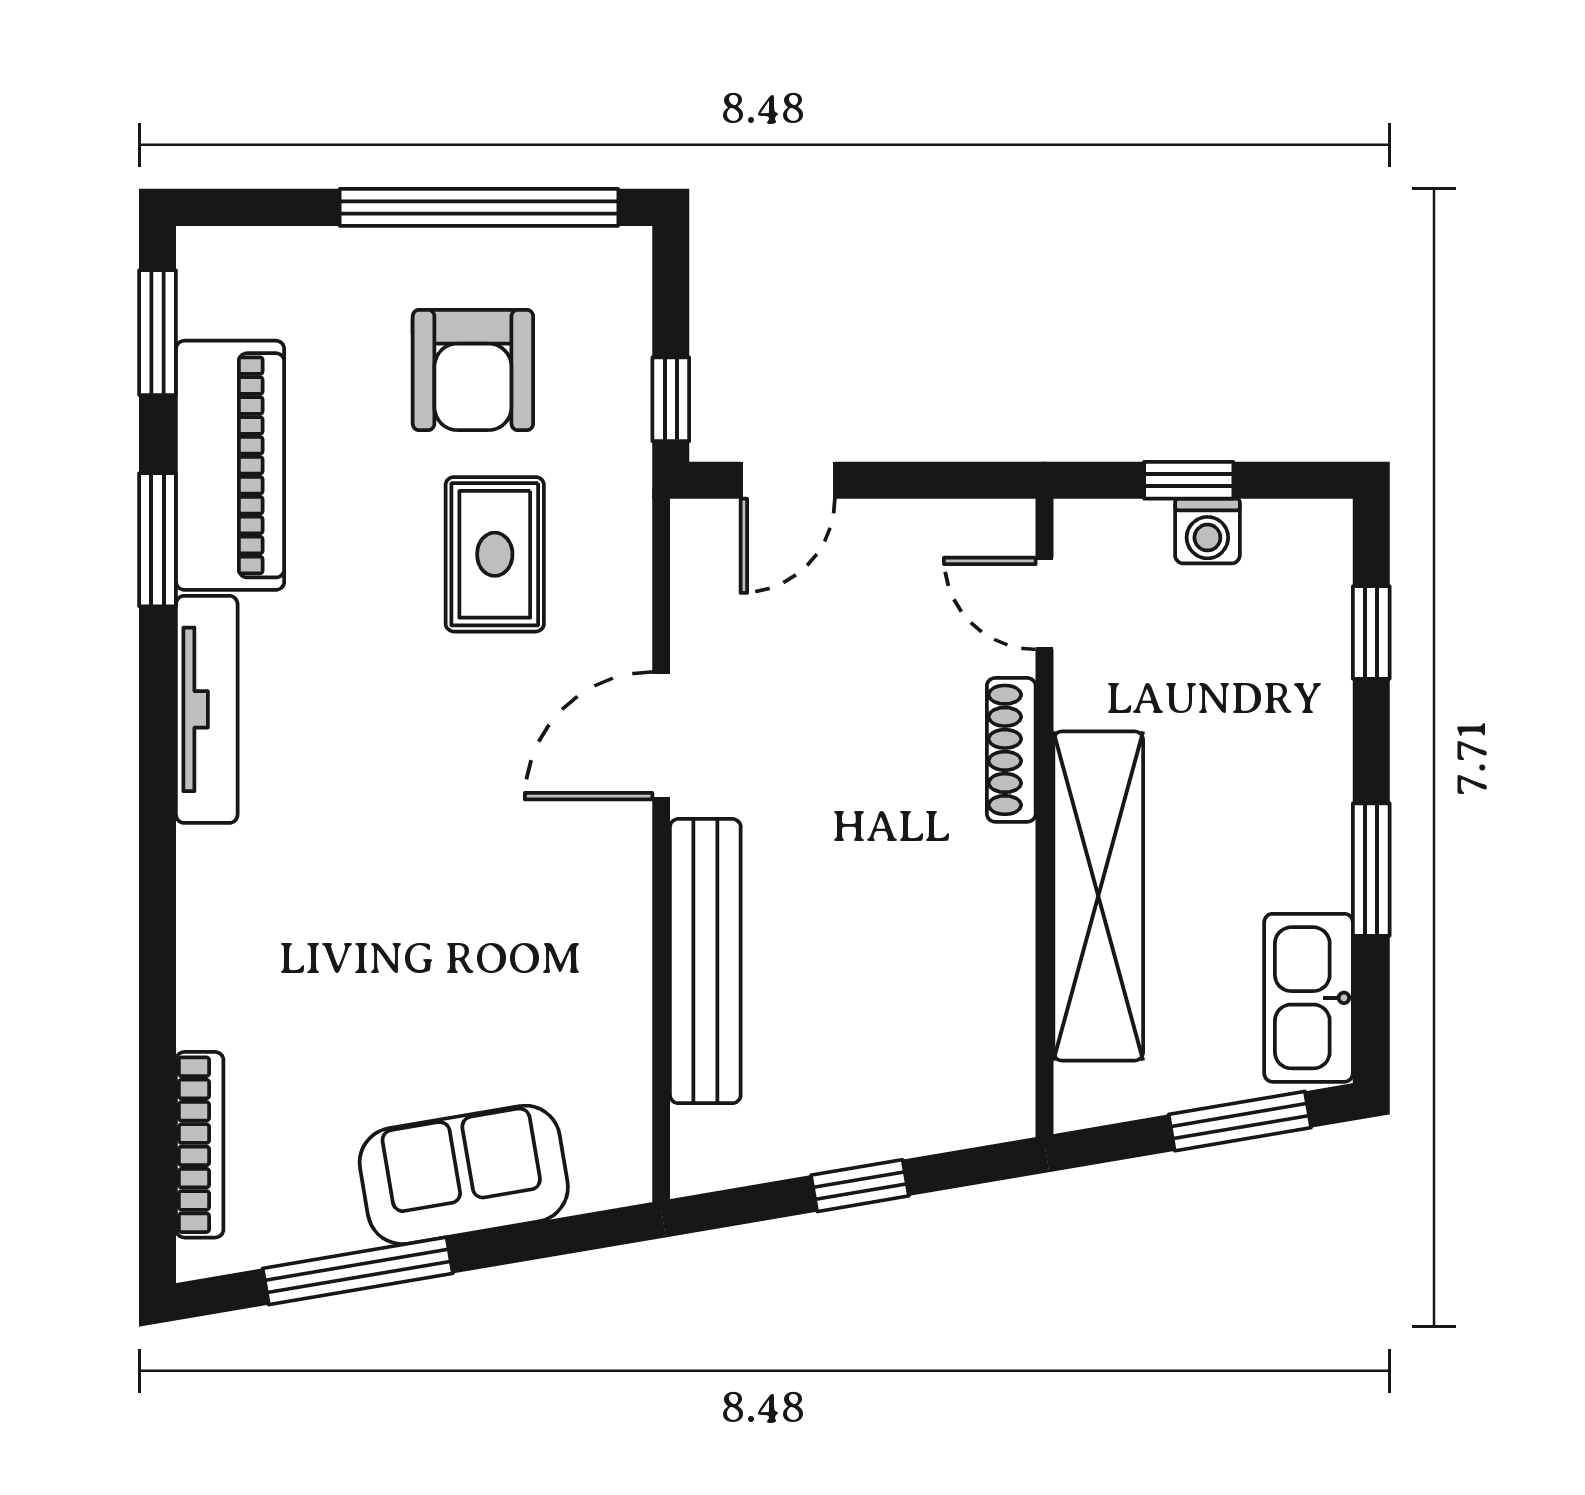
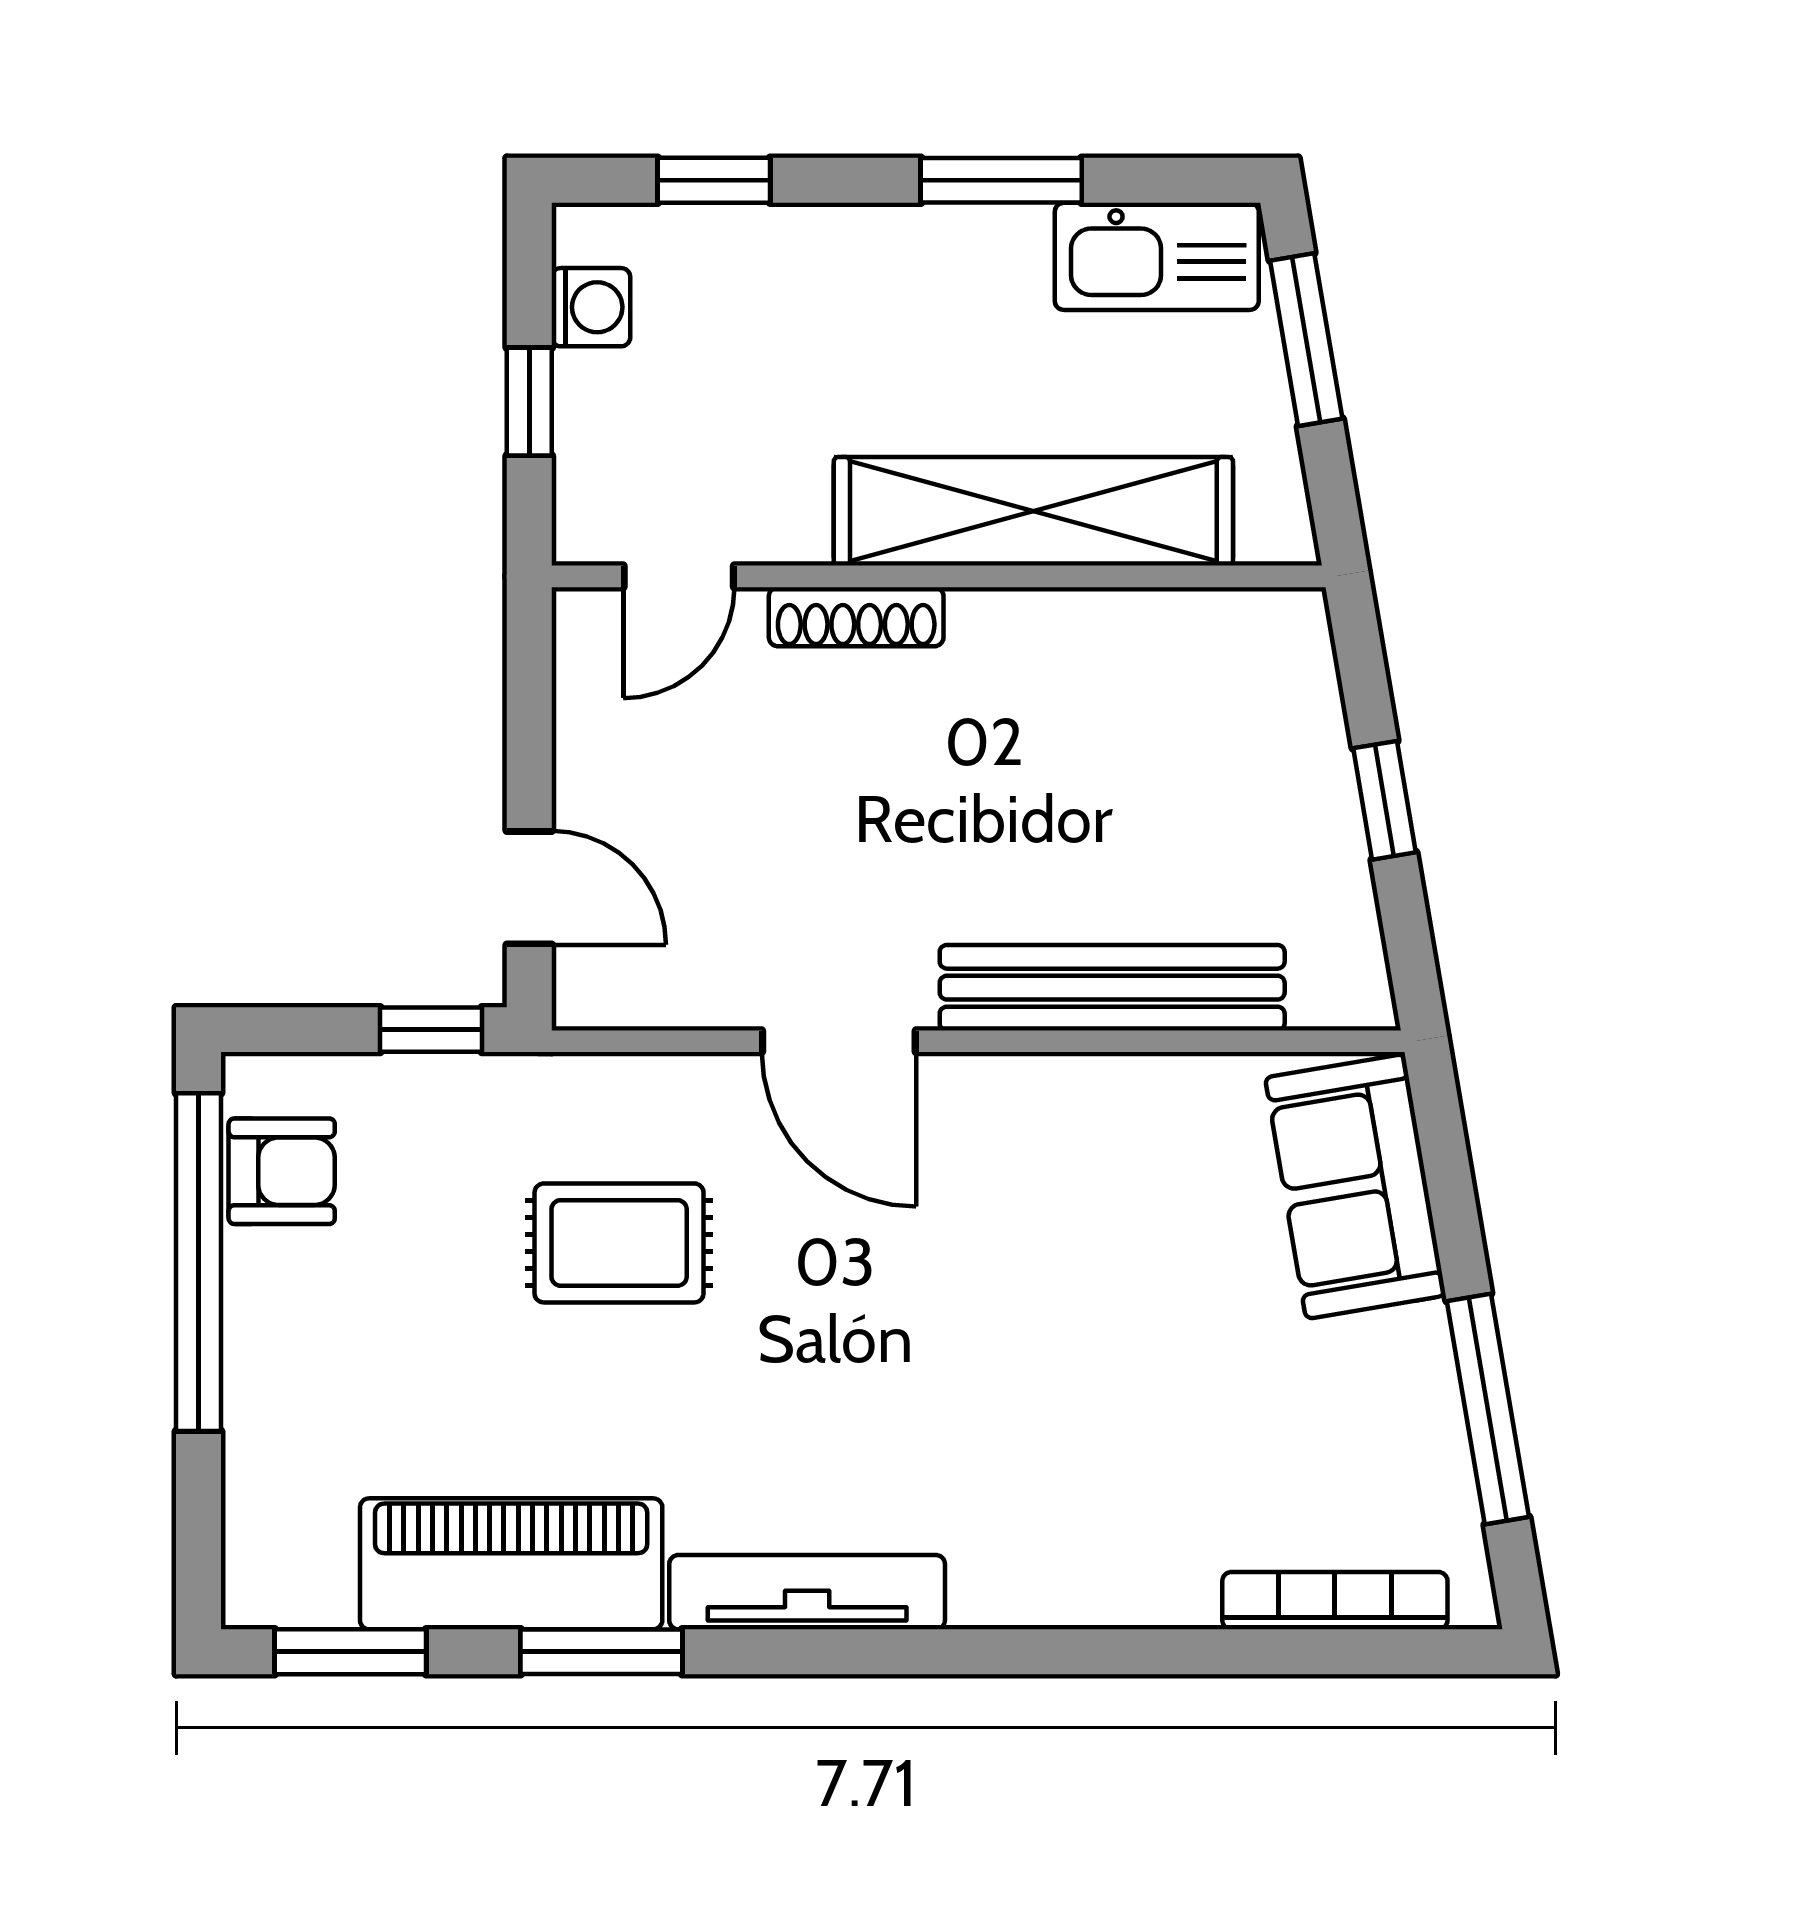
armchair: (473, 370) -> (282, 1171), moved, width x0.72, depth x0.72
washing machine: (1207, 531) -> (591, 307), moved
sofa: (464, 1175) -> (1355, 1186), moved

